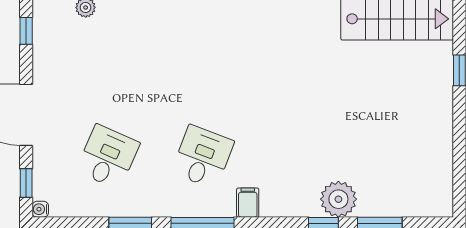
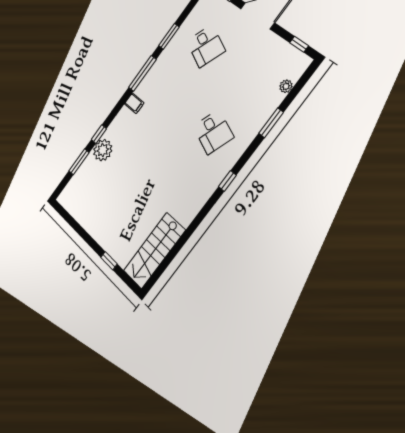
desk: (203, 157) -> (213, 132), moved

